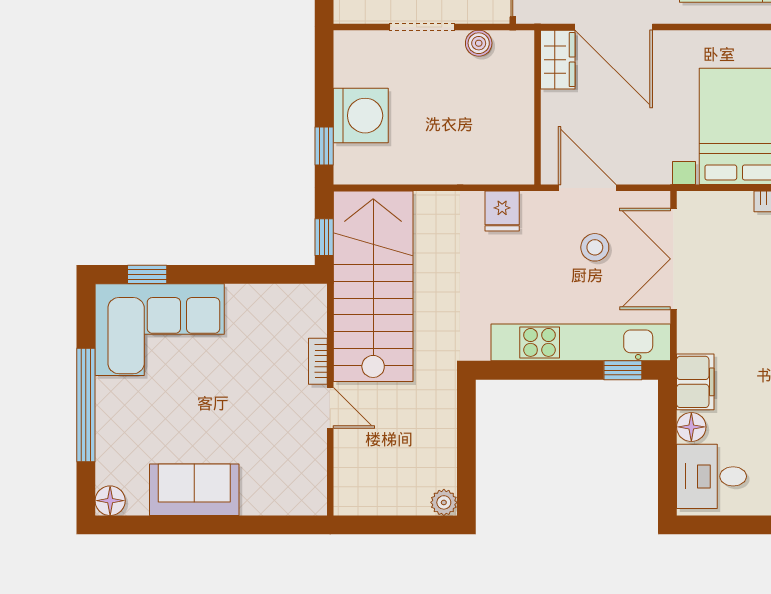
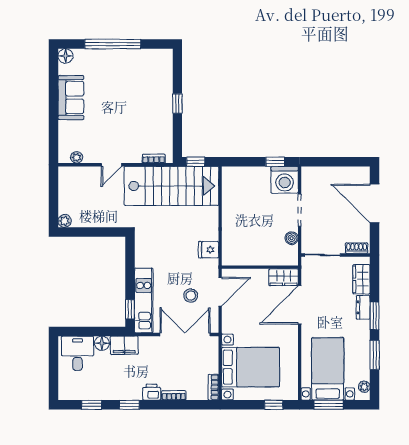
washing machine: (361, 116) -> (285, 180), moved
window: (324, 146) -> (275, 162), moved
window: (147, 274) -> (177, 104), moved
corner sofa: (160, 330) -> (150, 80), removed
kitchen unit: (581, 342) -> (144, 300), width x0.73
bookcase: (318, 361) -> (154, 159), moved
plant: (315, 478) -> (77, 157), added

